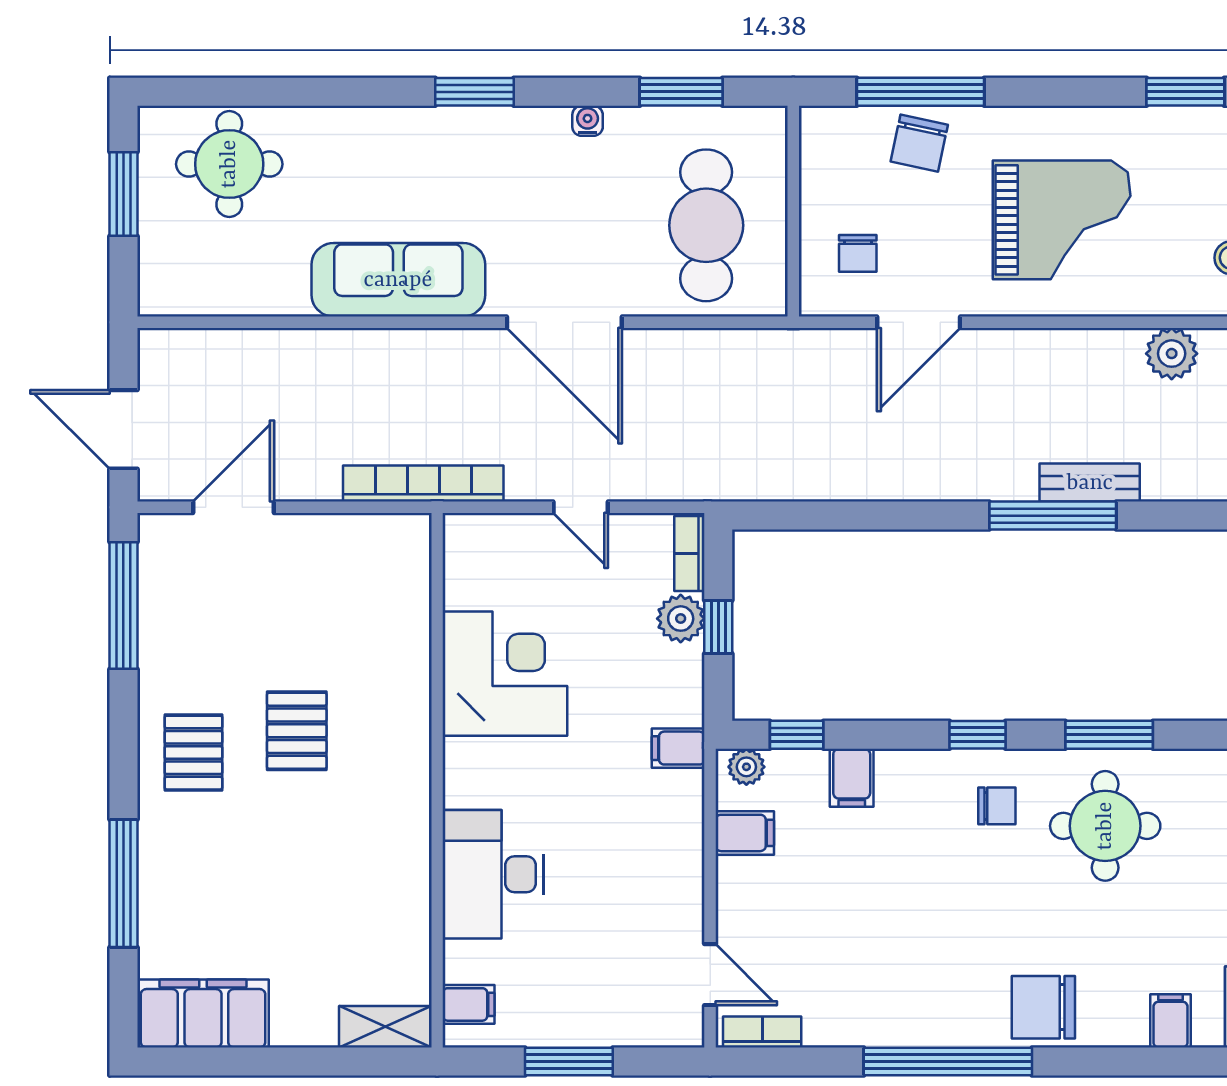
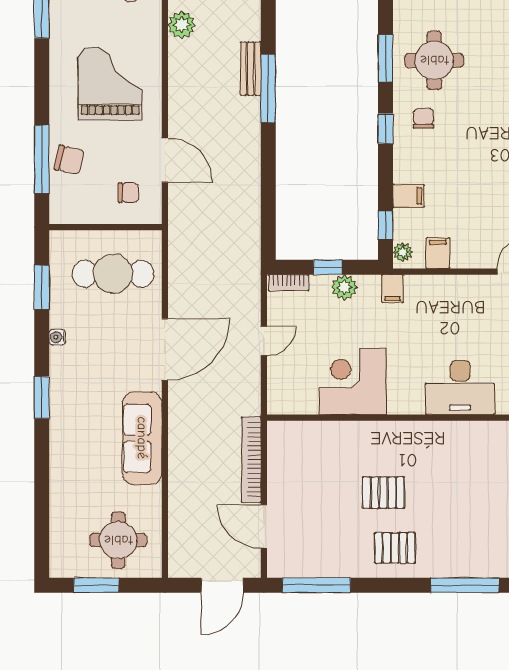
round table: (229, 164) -> (118, 540), moved
bookcase: (423, 483) -> (251, 460), moved
plant: (681, 619) -> (344, 287), moved

